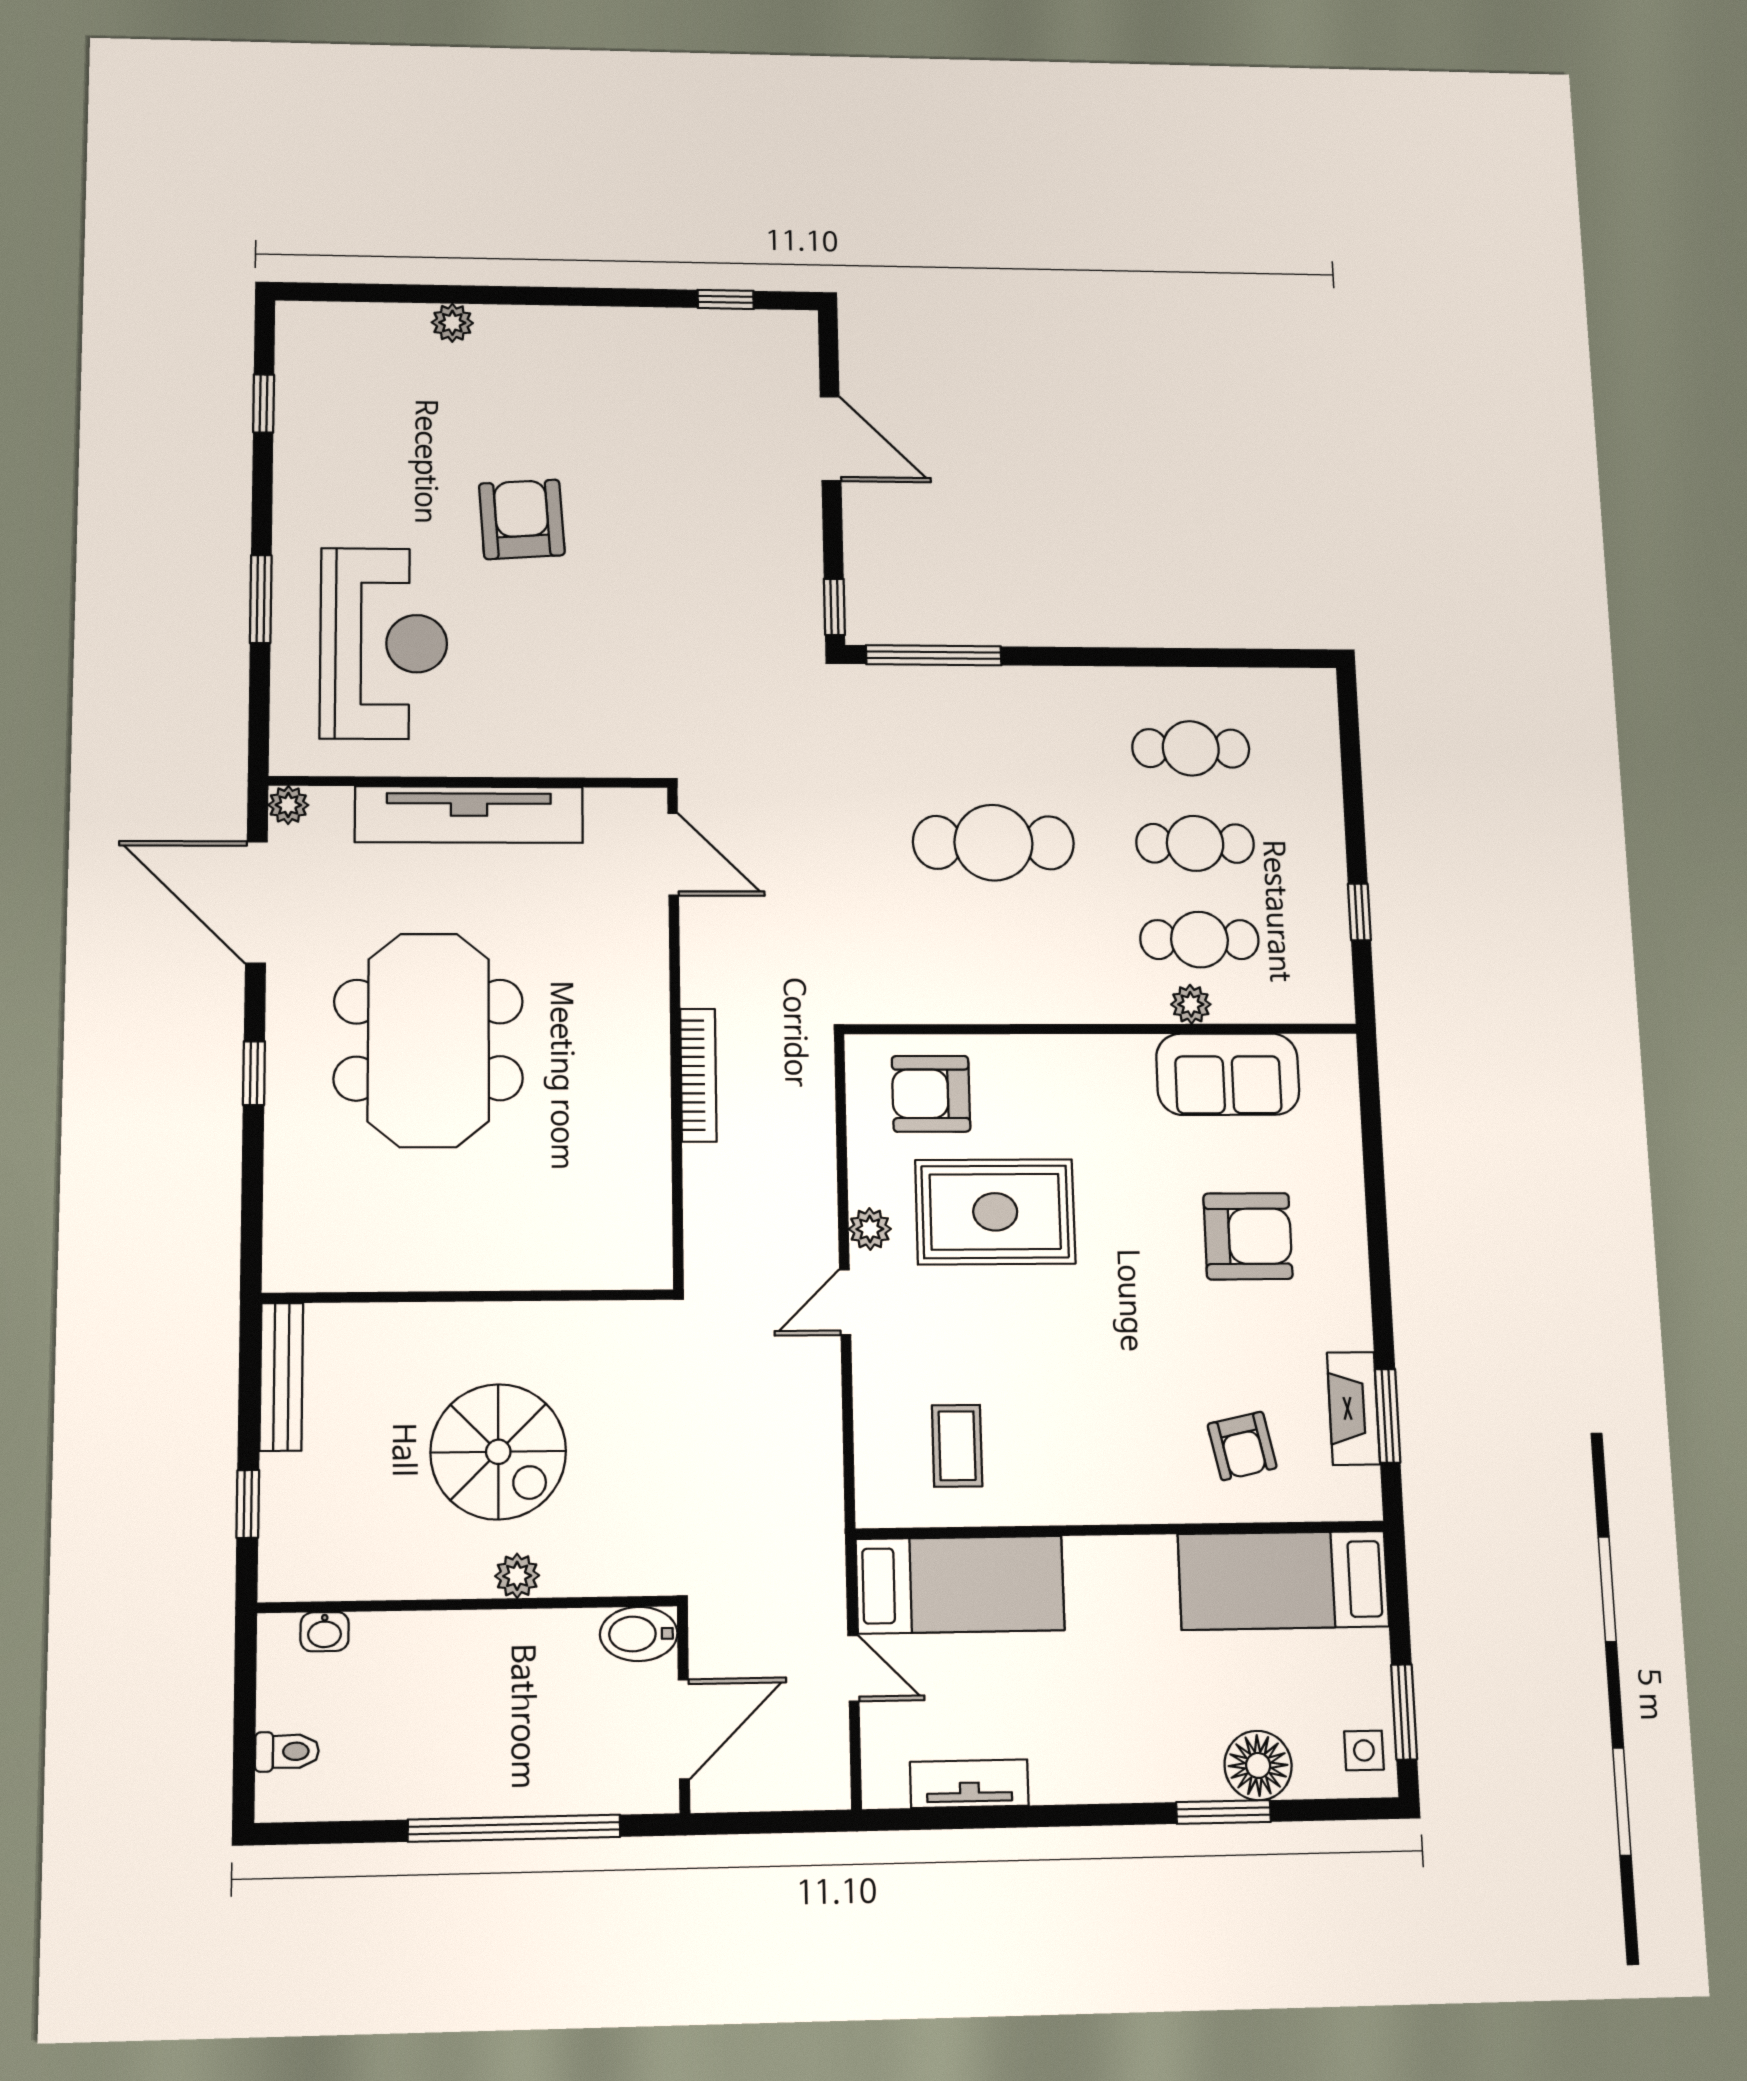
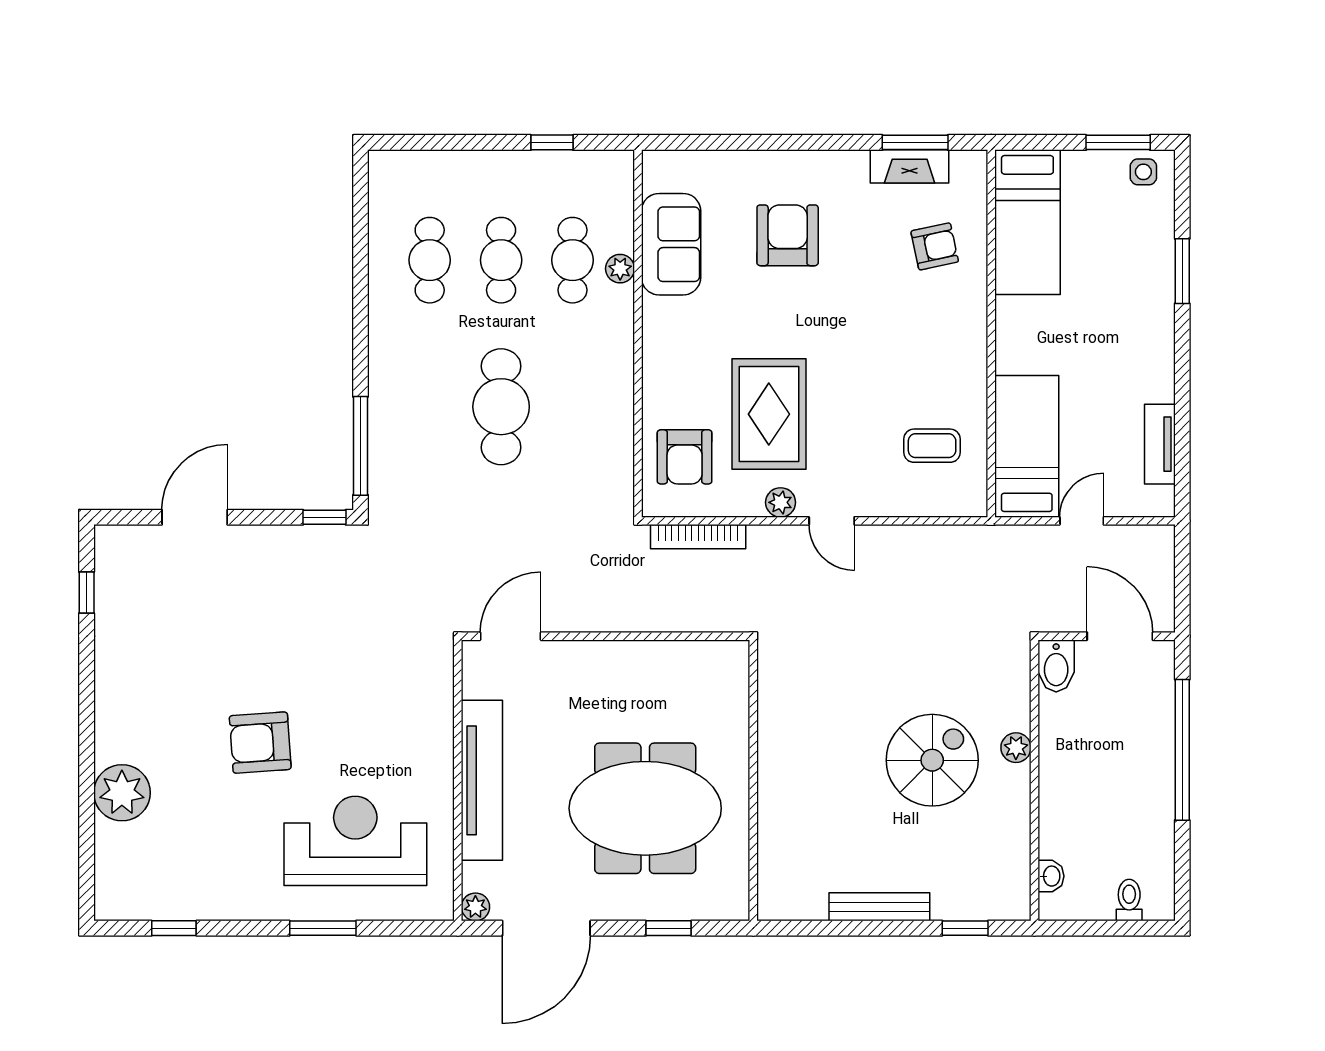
plant: (452, 323) -> (122, 793), width x1.87, depth x1.87
bookcase: (698, 1075) -> (698, 537), moved, turned 180
wall: (469, 1296) -> (753, 780), moved
floor lamp: (1258, 1765) -> (1152, 246), removed

